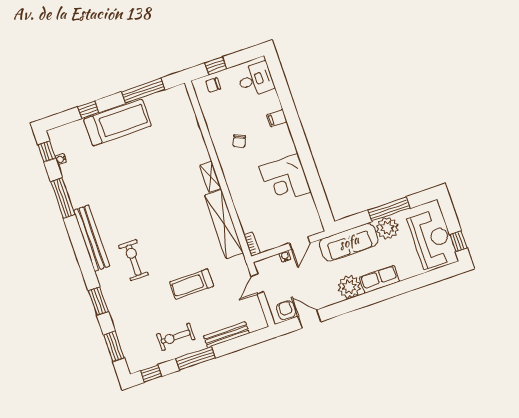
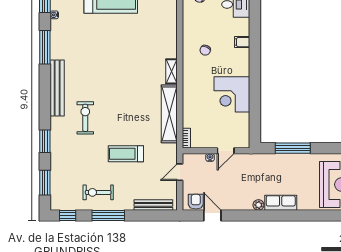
window: (389, 209) -> (293, 148), moved
plant: (387, 228) -> (301, 163), removed
sofa: (349, 242) -> (266, 164), removed
plant: (349, 287) -> (258, 205), width x0.53, depth x0.53
bench: (227, 335) -> (153, 205), moved

